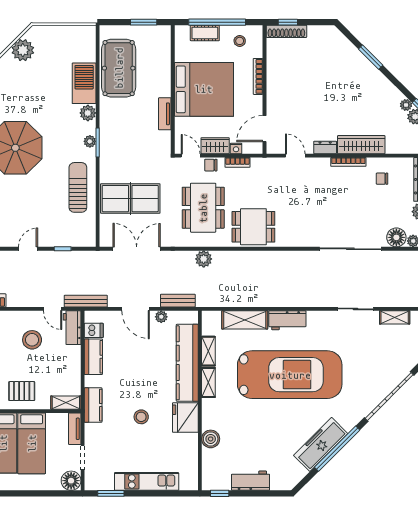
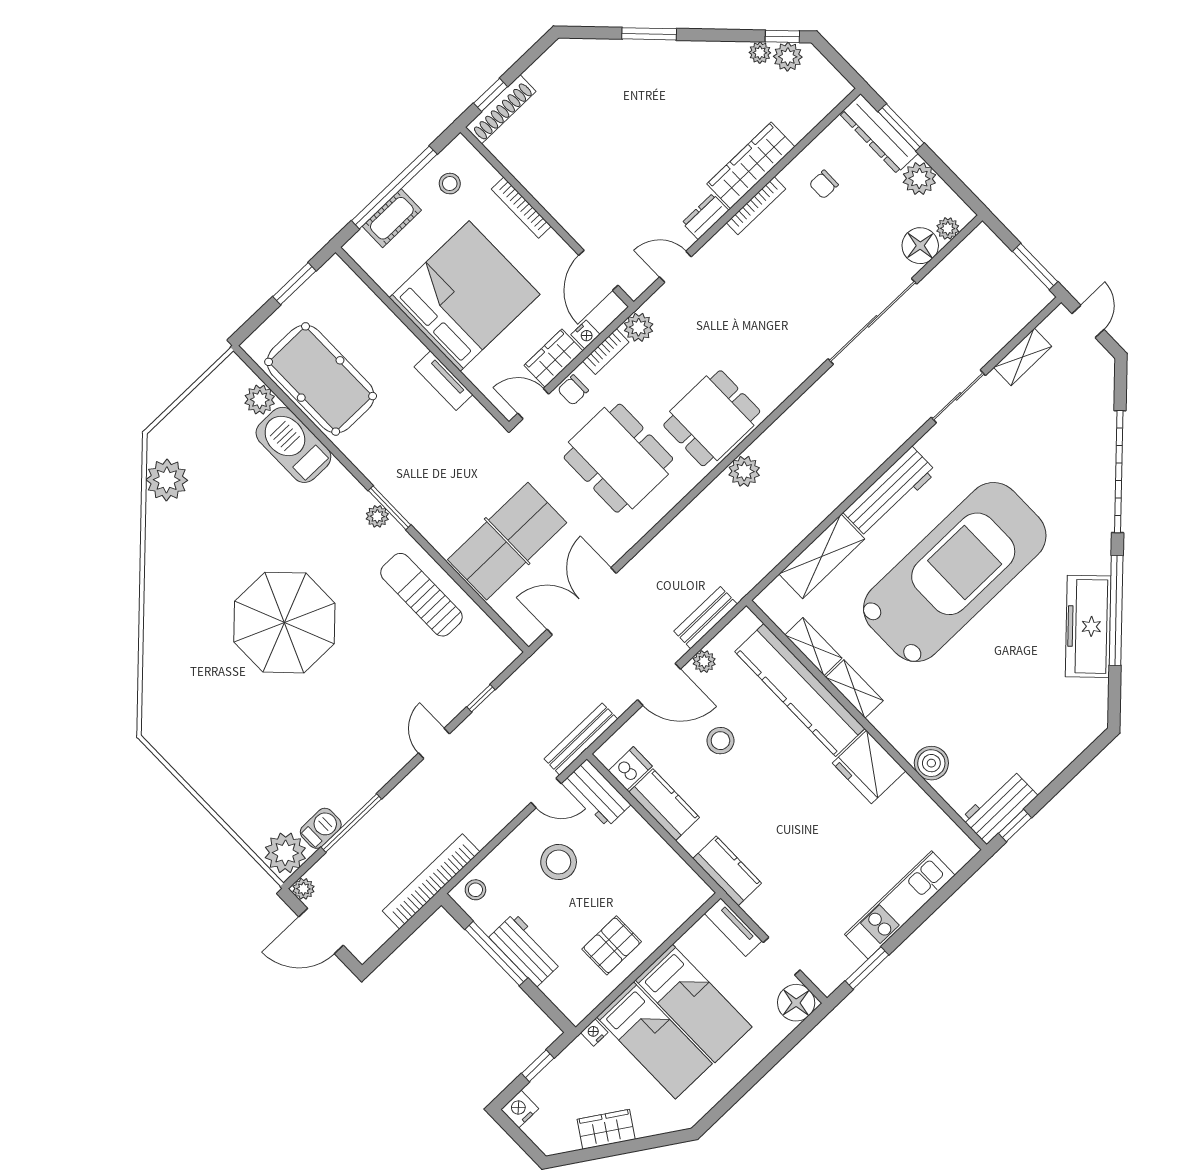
plant: (88, 113) -> (260, 400), moved
plant: (259, 165) -> (639, 327), added
plant: (204, 259) -> (744, 471), moved
workbench: (287, 320) -> (890, 492), width x1.38
shelving: (66, 403) -> (687, 903), removed
stool: (141, 417) -> (720, 741), moved
workbench: (251, 481) -> (1000, 807), moved

